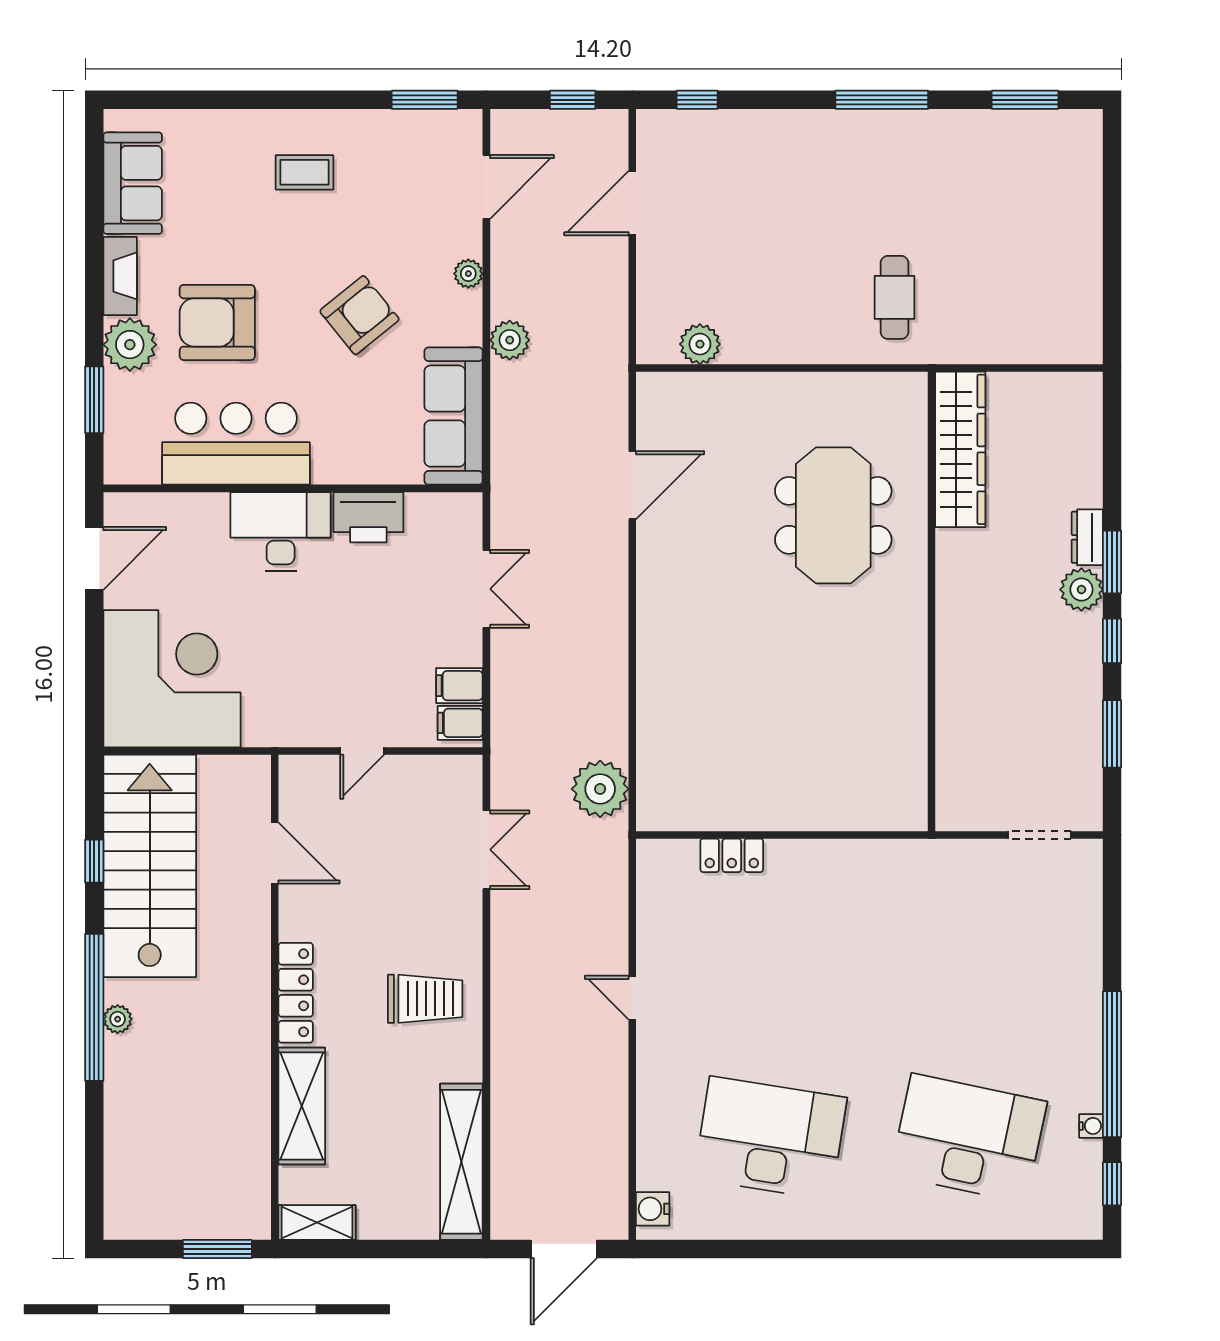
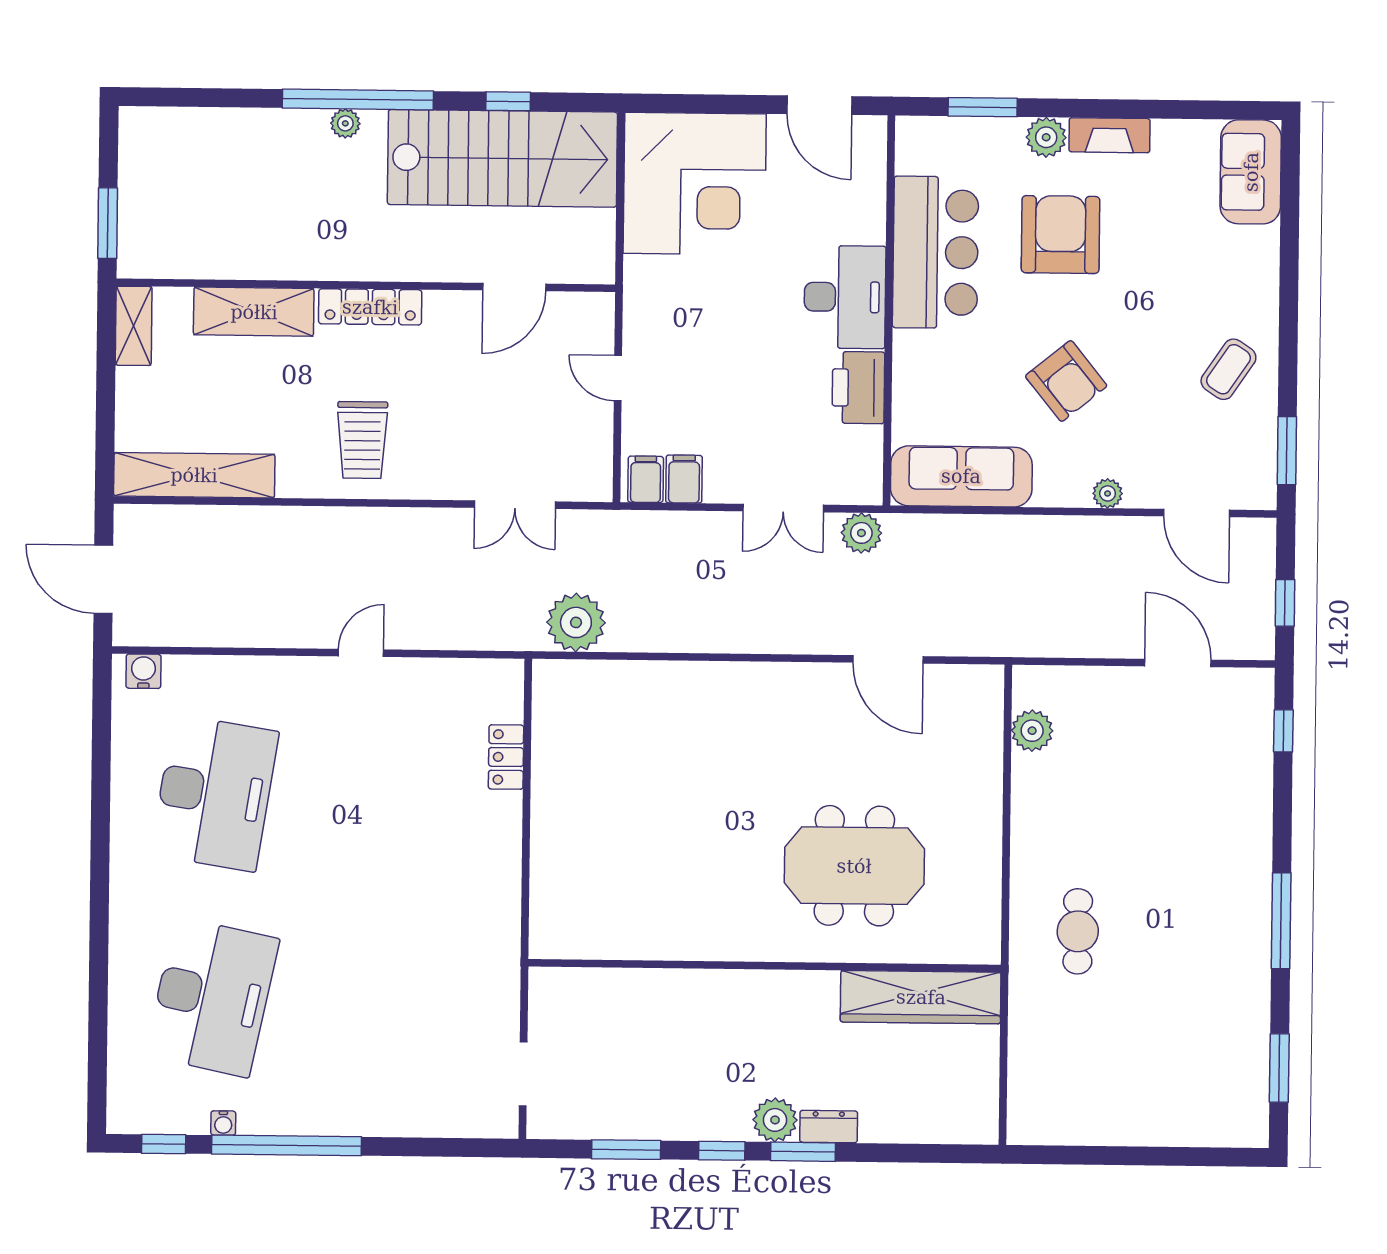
coffee table: (305, 172) -> (1228, 369), moved, turned 34
sofa: (133, 183) -> (1251, 172), moved, turned 90
cafe table: (894, 297) -> (1078, 931), turned 90
plant: (510, 340) -> (861, 533), moved
plant: (130, 345) -> (1046, 137), width x0.73, depth x0.73

